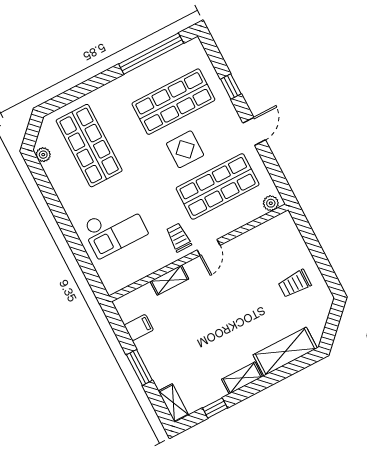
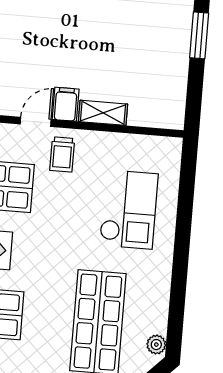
checkout: (115, 229) -> (129, 209), turned 90
filing cabinet: (139, 328) -> (66, 104), moved, turned 90

